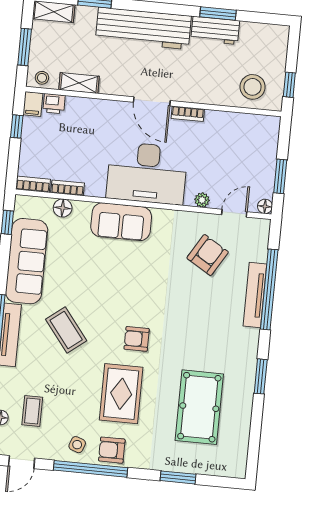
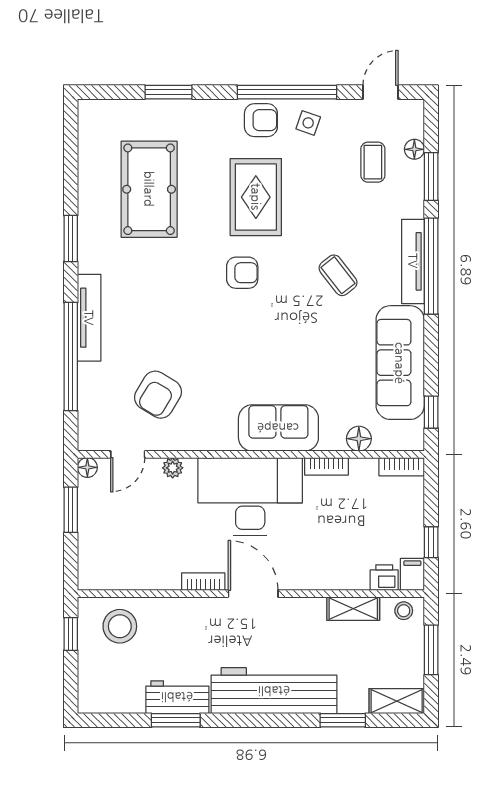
bookcase: (68, 188) -> (326, 466), moved
tv unit: (255, 295) -> (89, 318), moved
coffee table: (66, 330) -> (338, 275), width x0.73, depth x0.77

